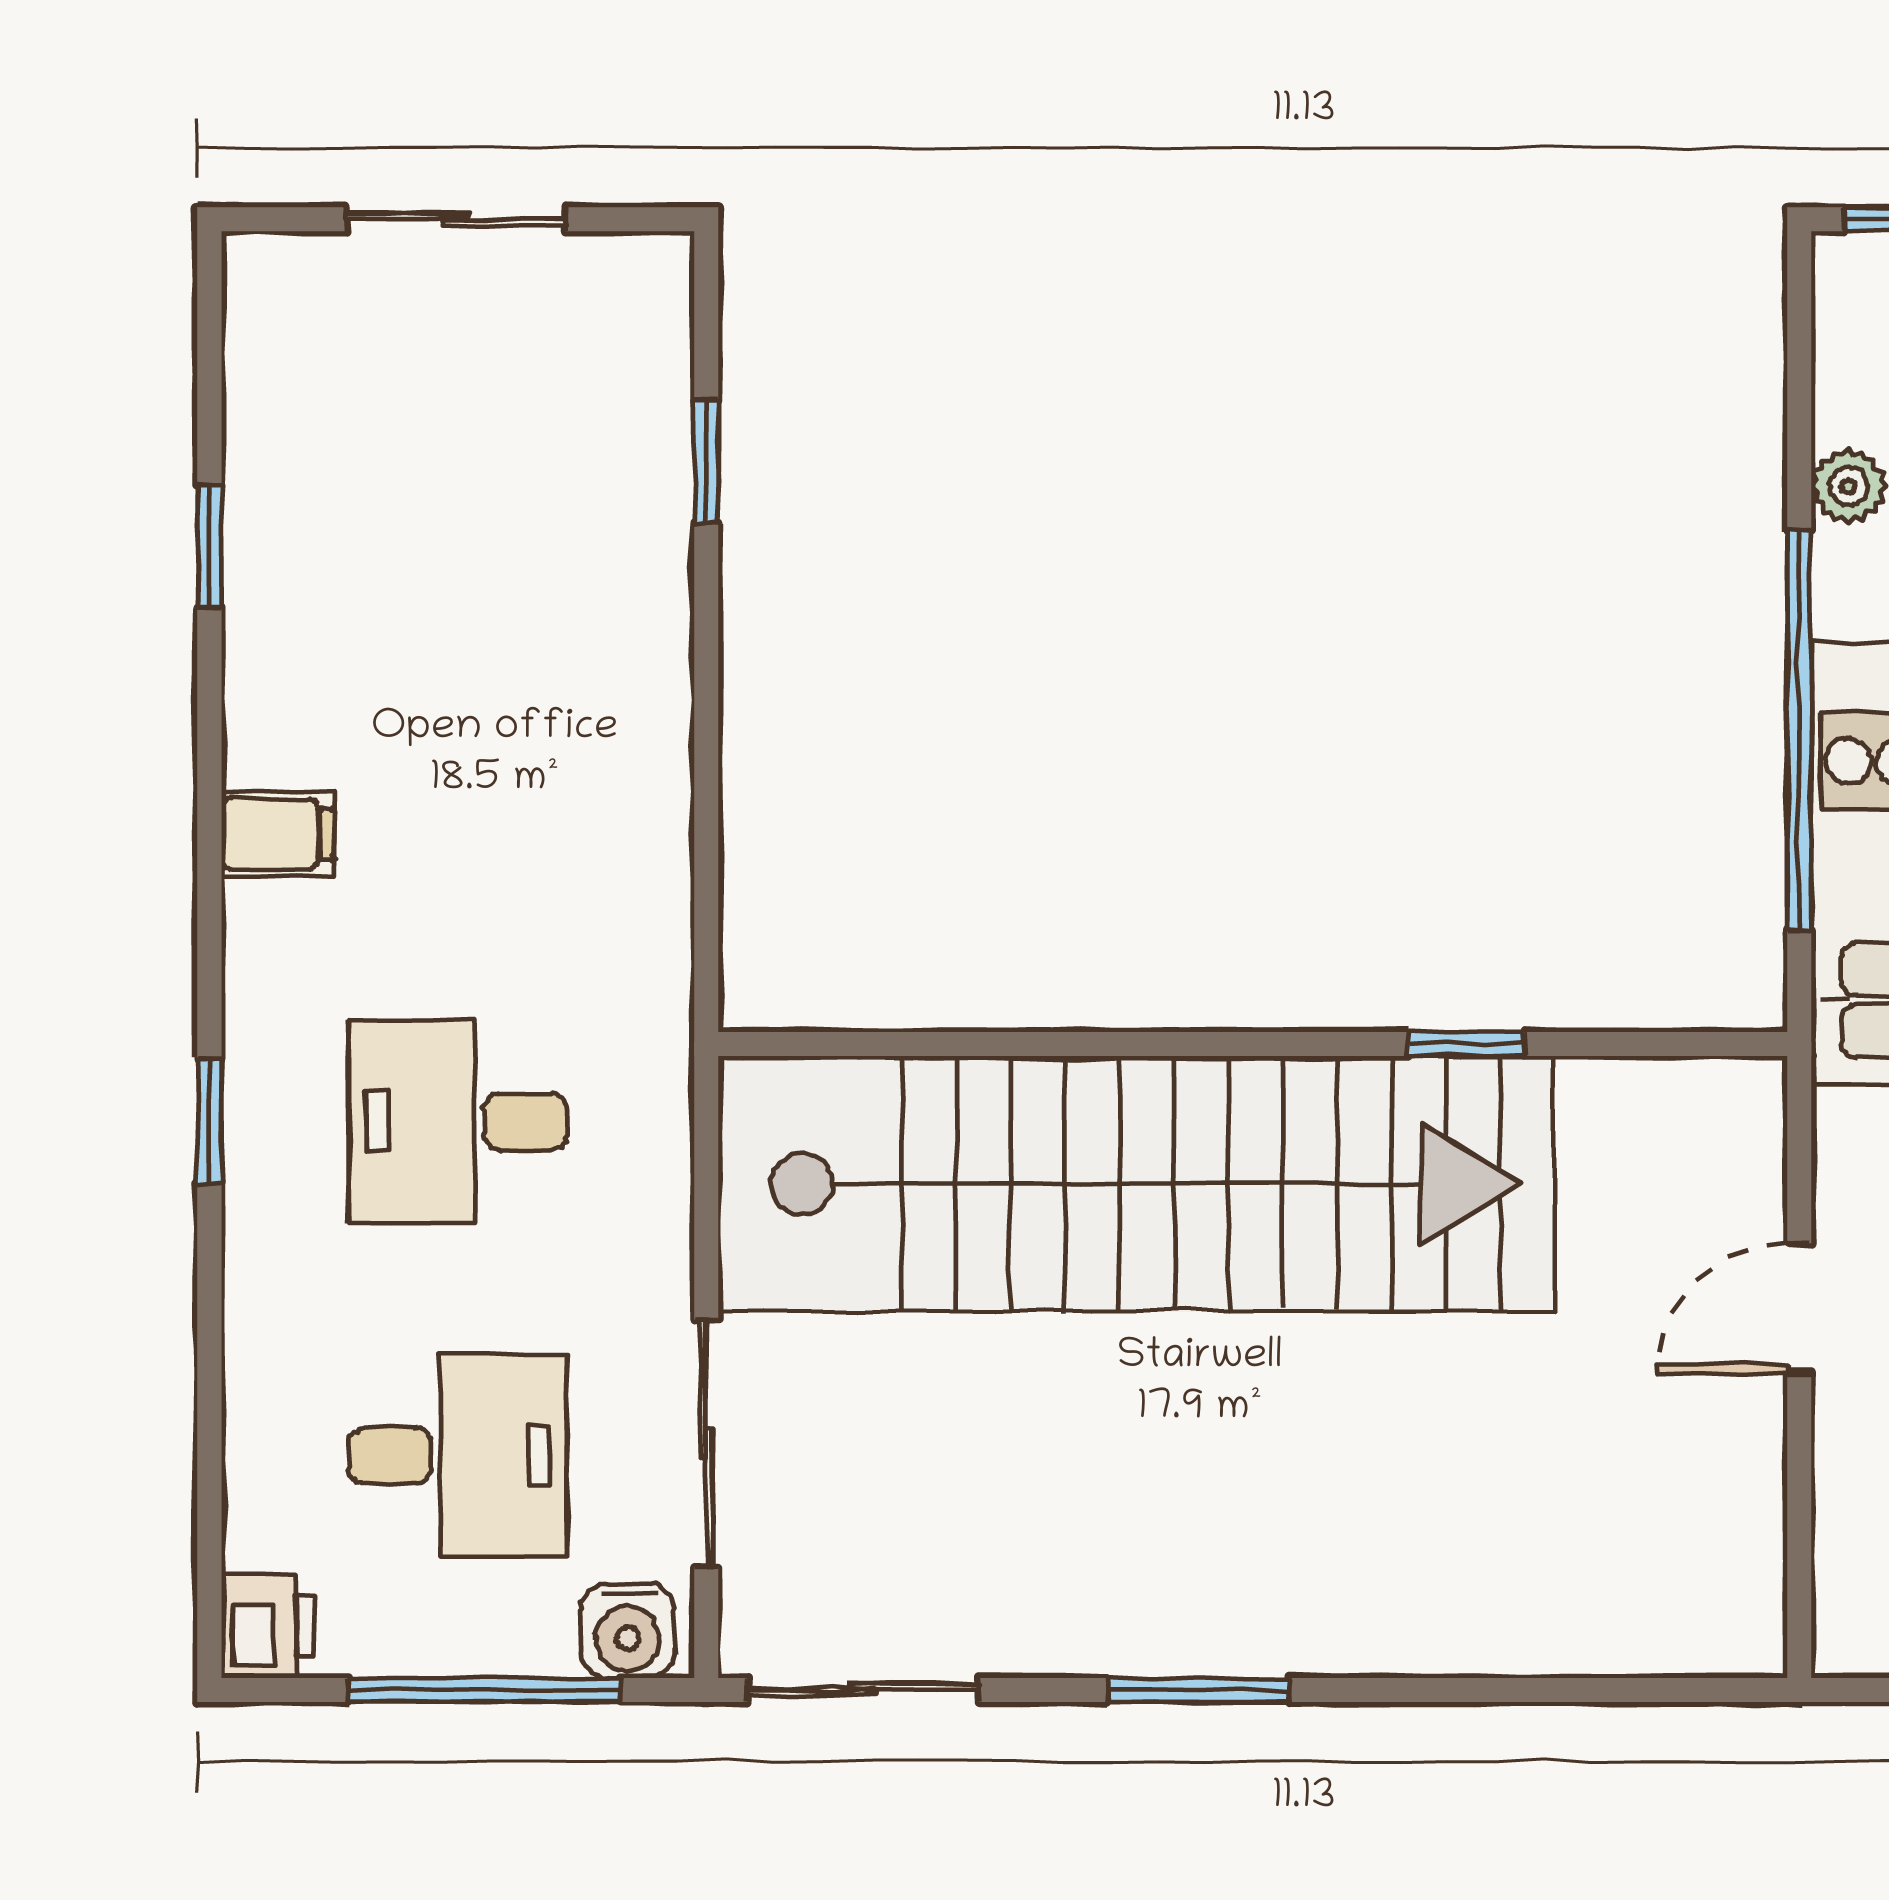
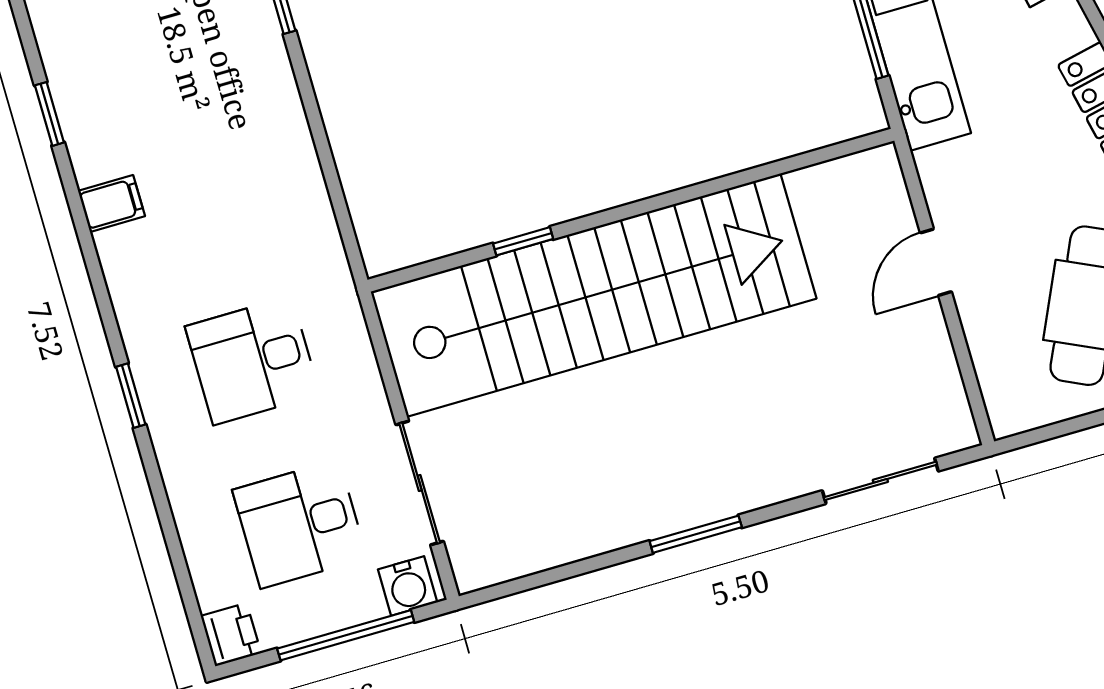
filing cabinet: (278, 834) -> (111, 204), moved
window: (1467, 1044) -> (523, 241), moved
desk: (458, 1455) -> (300, 524), turned 180
sliding door: (863, 1690) -> (880, 481), moved

